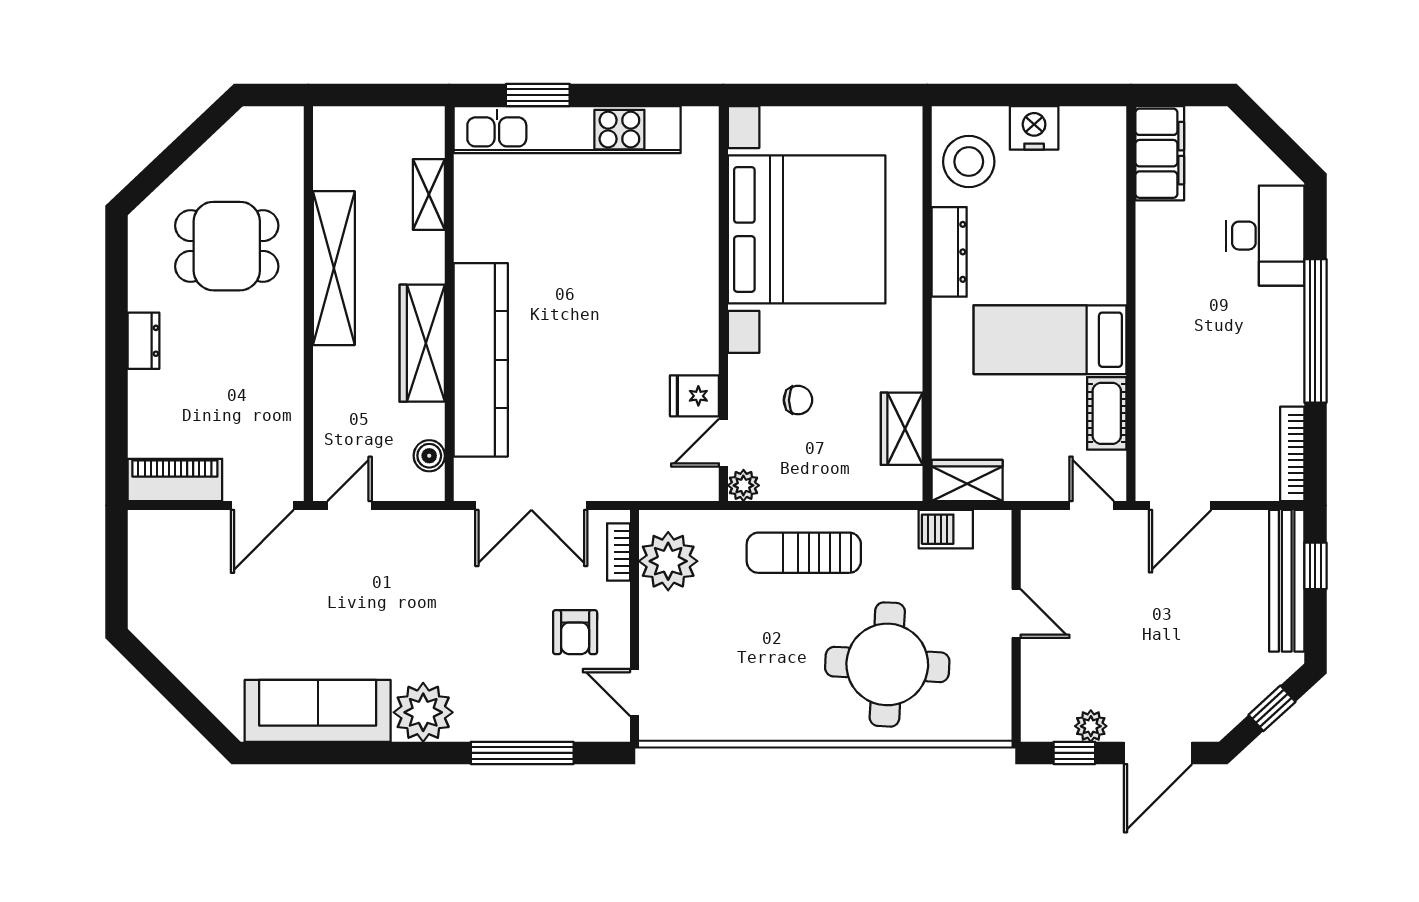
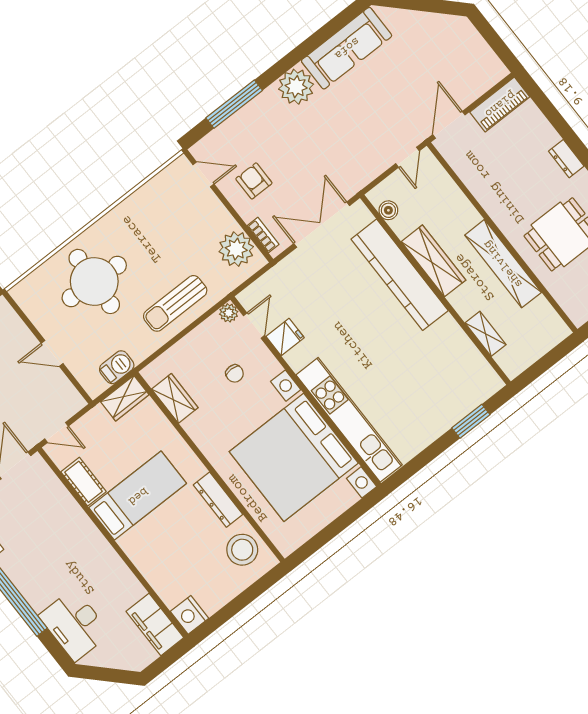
nightstand: (1034, 128) -> (189, 615), moved, turned 90
kitchen unit: (567, 130) -> (349, 420), moved, turned 90
chair: (798, 400) -> (235, 373), turned -90
sun lounger: (804, 553) -> (175, 303), turned 180

